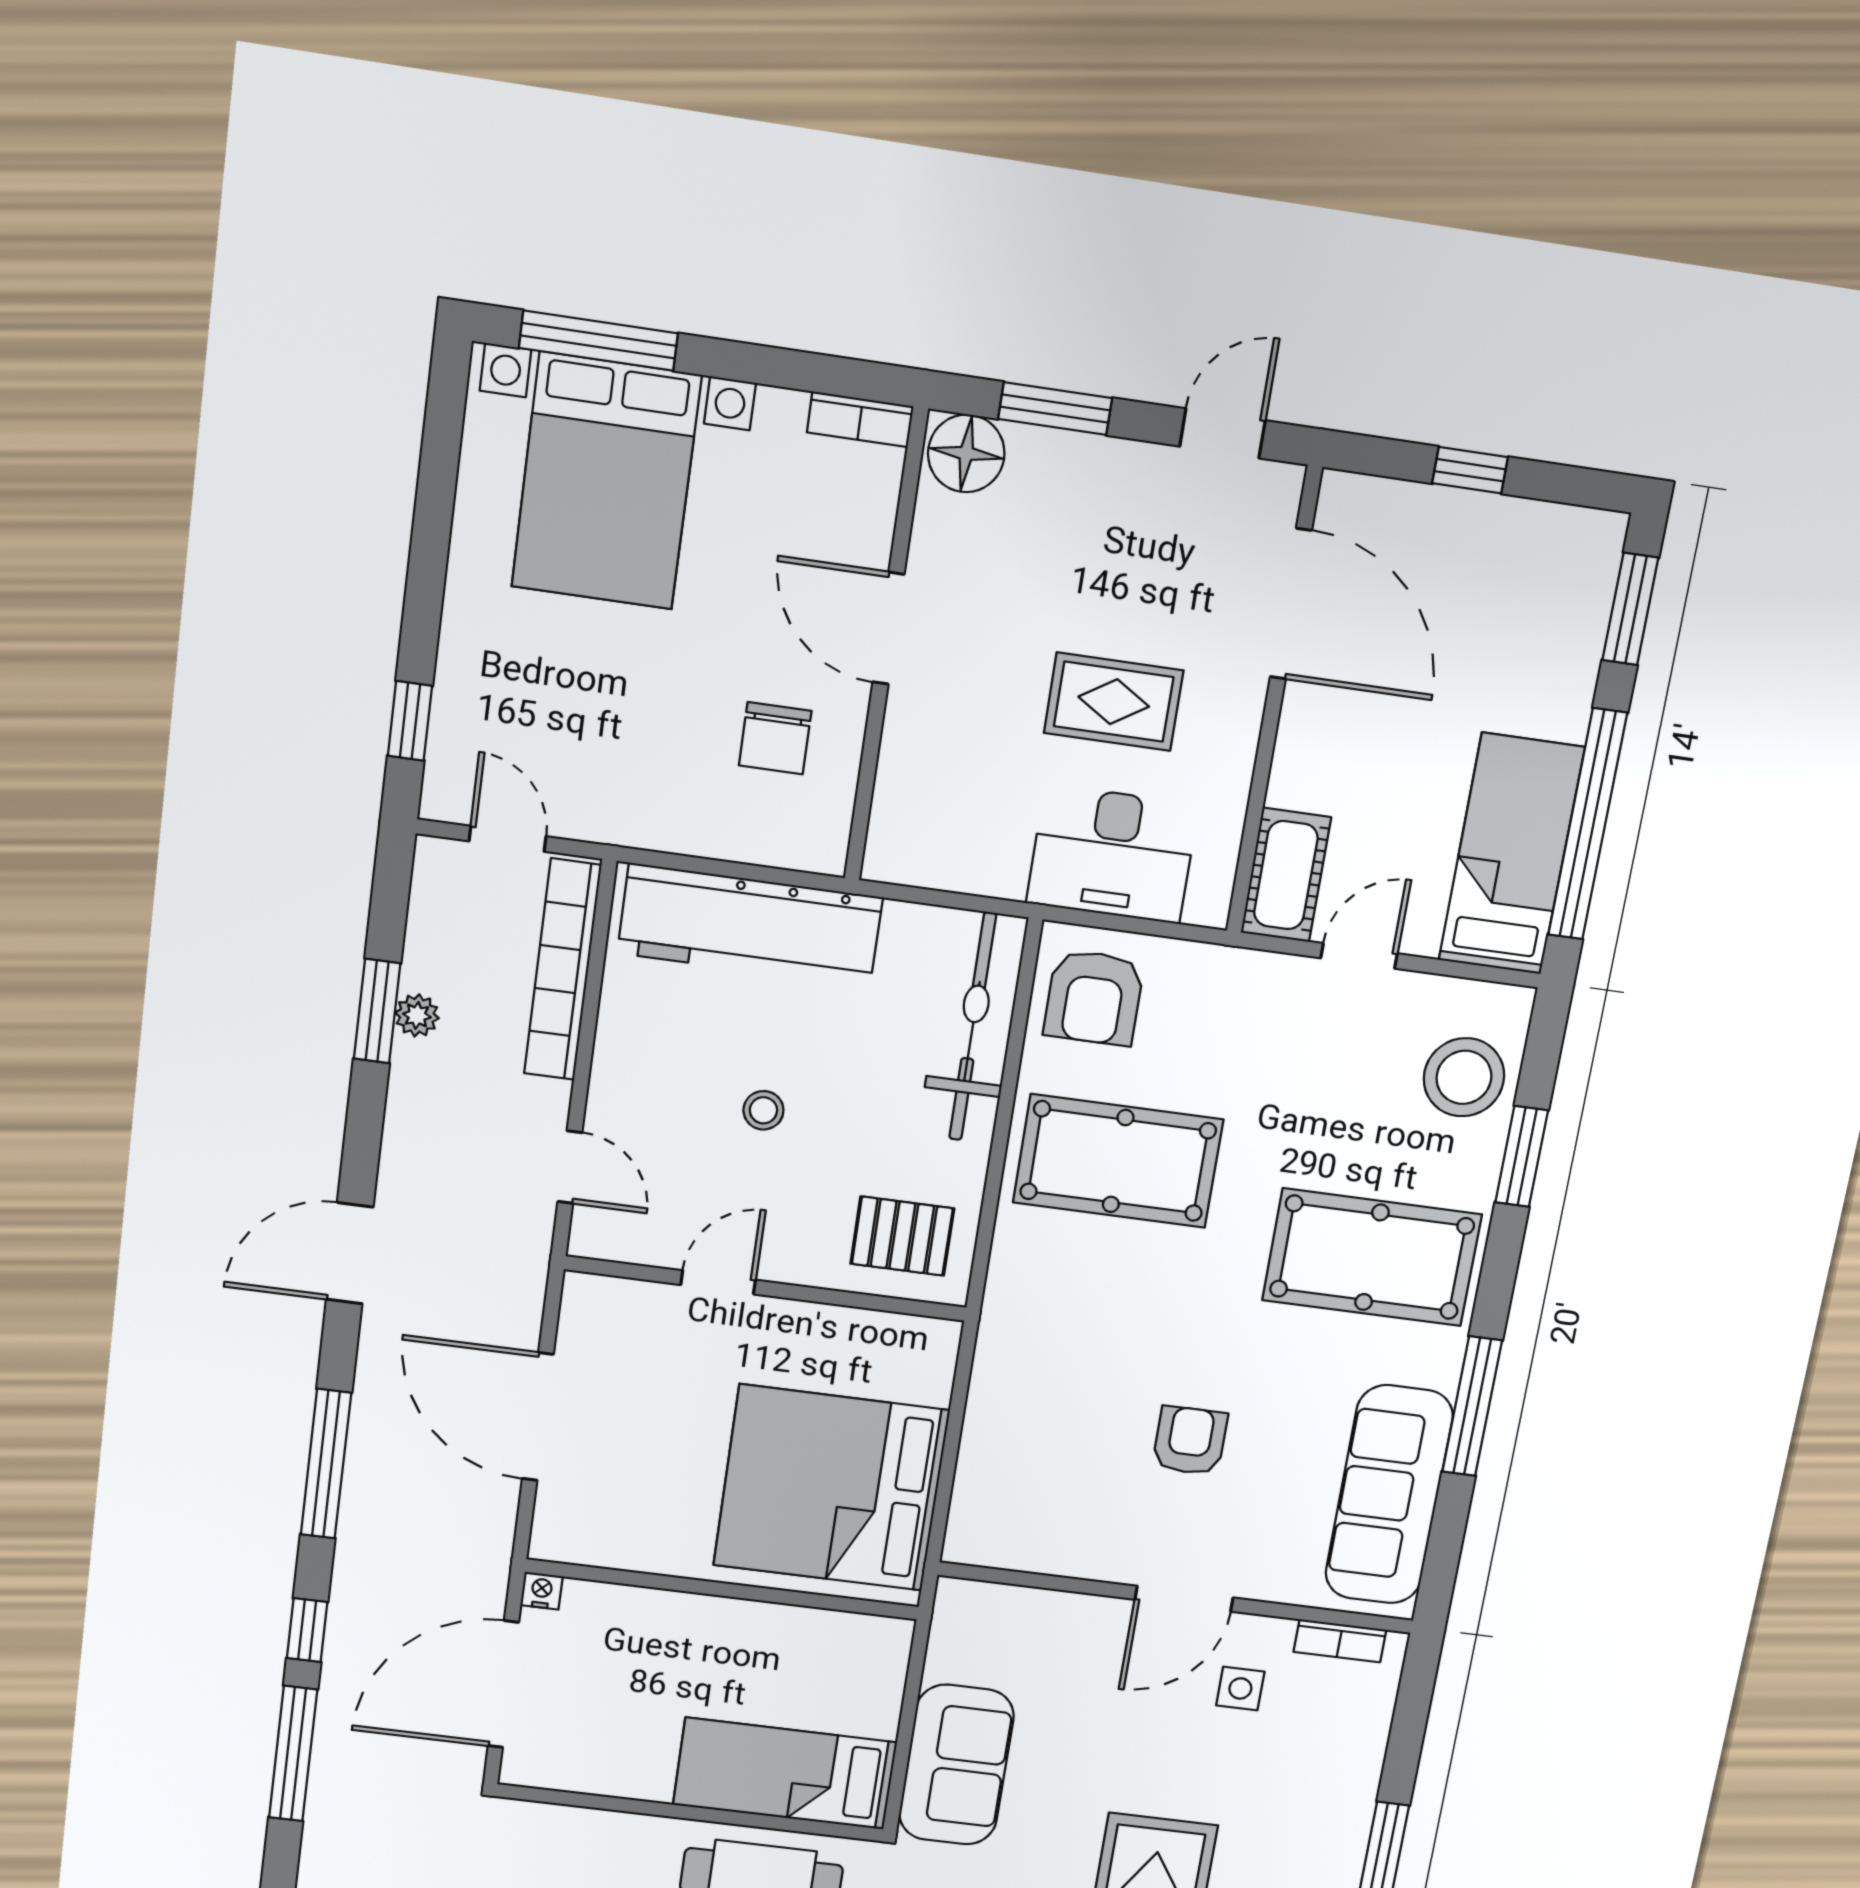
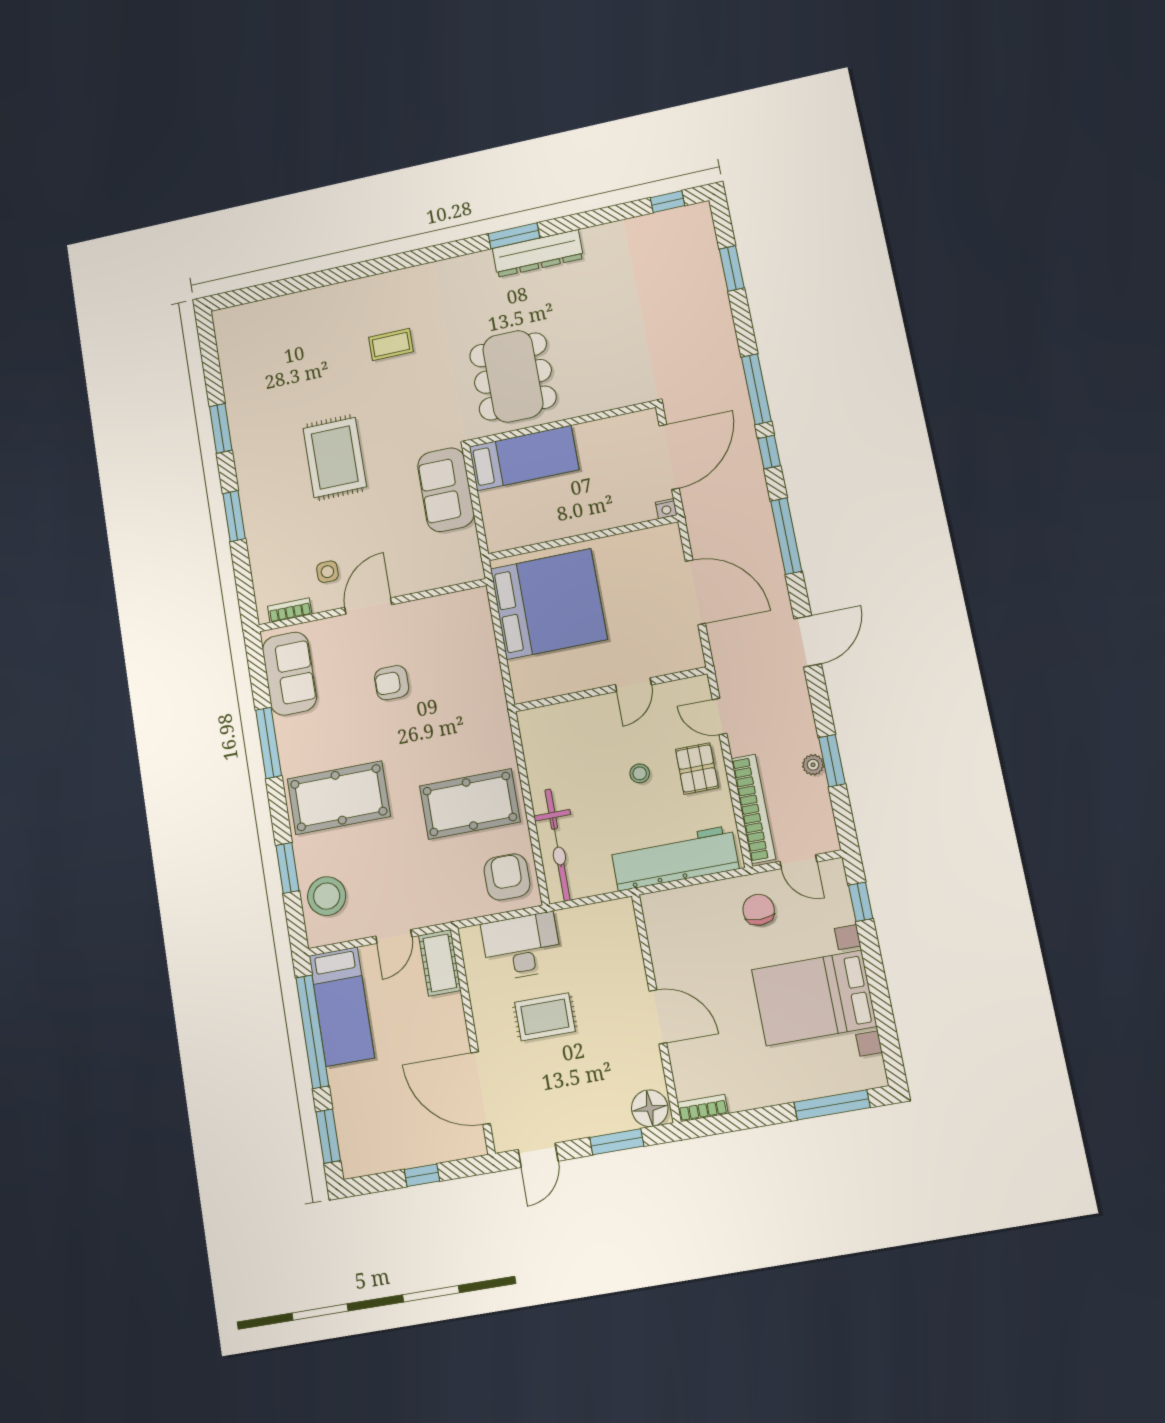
bed with nightstands: (606, 481) -> (814, 998), moved, turned -90
chair: (775, 738) -> (759, 910), moved
pallet: (902, 1236) -> (697, 769), moved, turned 90
armchair: (1190, 1441) -> (392, 683), turned 90
sofa: (1389, 1495) -> (289, 674), width x0.73

